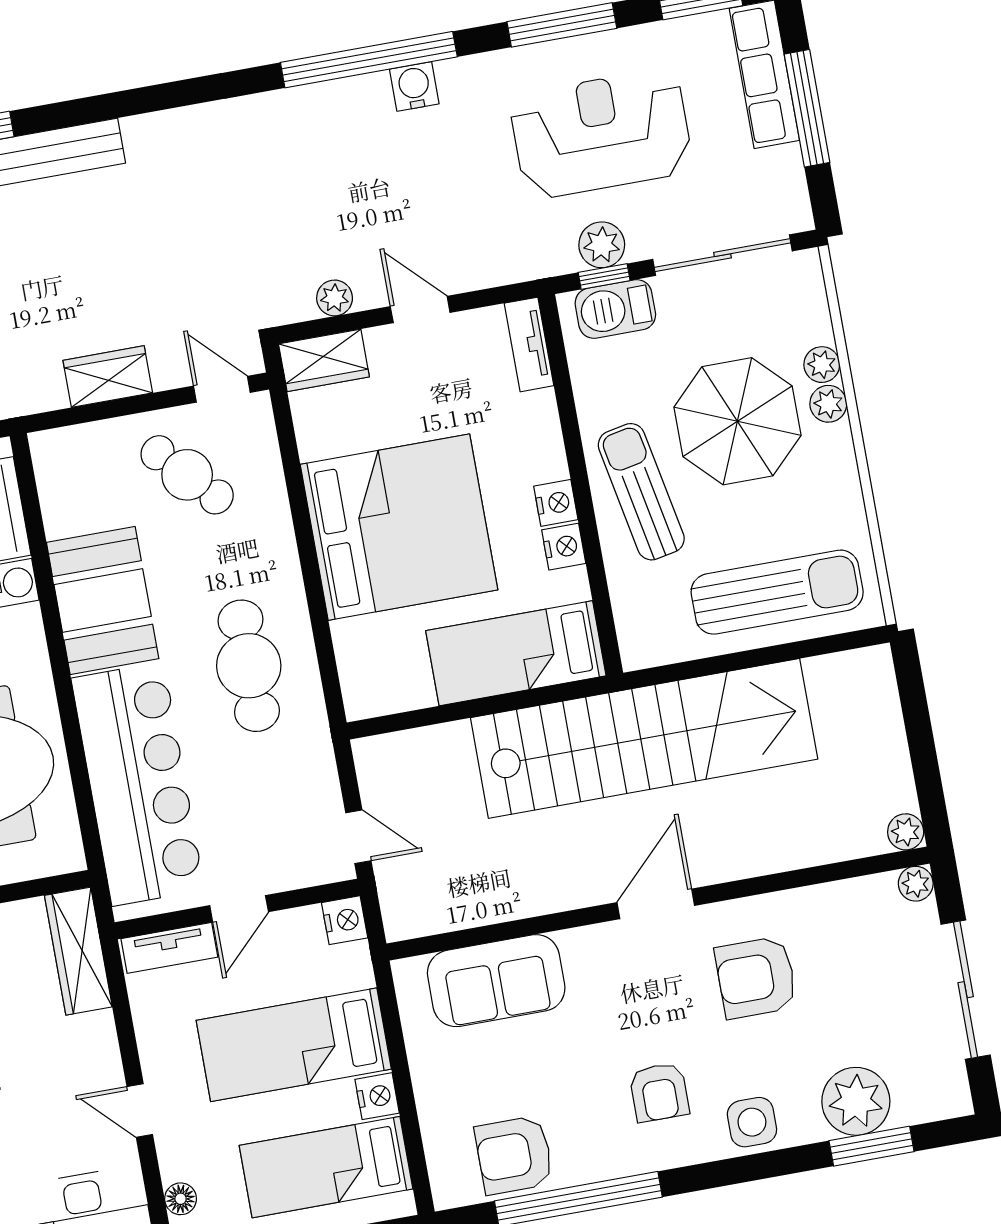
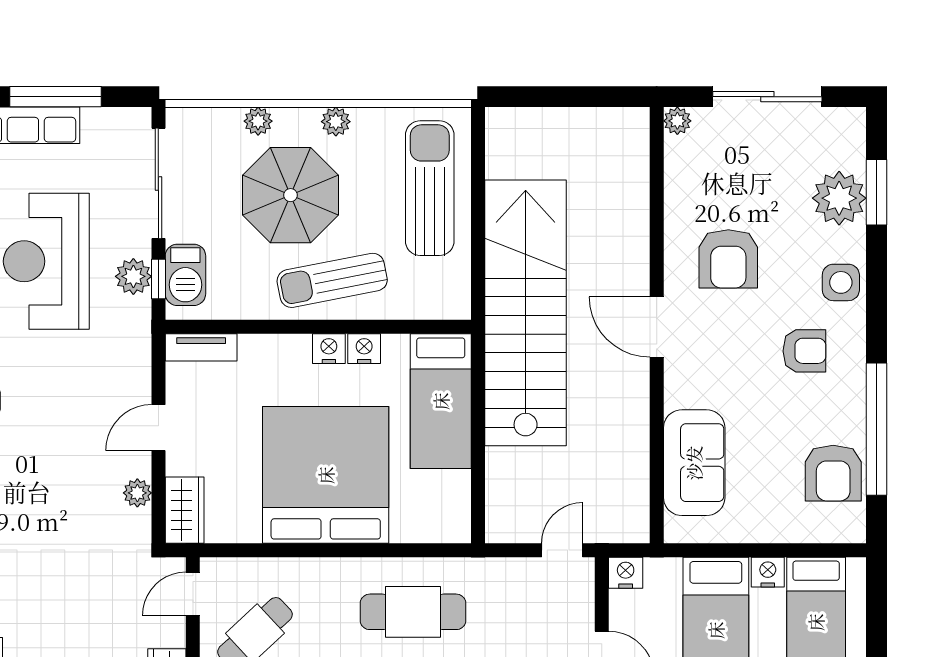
plant: (828, 404) -> (336, 122), moved
plant: (906, 832) -> (635, 121), removed

